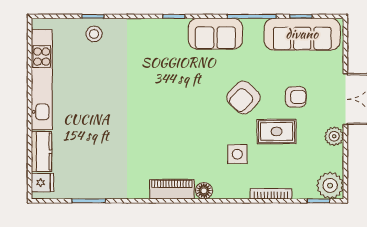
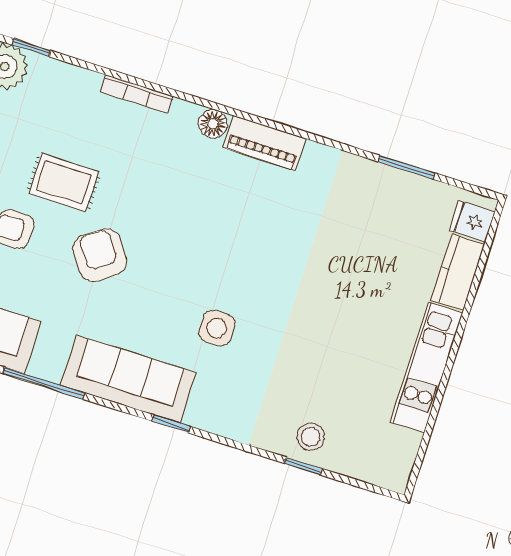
sofa: (215, 34) -> (128, 379), width x1.36
kitchen unit: (42, 80) -> (427, 367), width x0.73
armchair: (243, 98) -> (100, 255), turned -79
side table: (237, 154) -> (217, 328), moved
bookcase: (271, 194) -> (137, 94), moved

